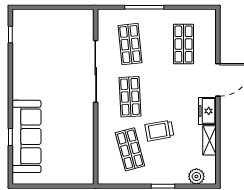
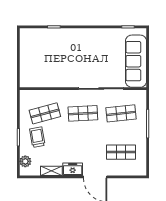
trolley: (159, 131) -> (37, 137), moved
sofa: (27, 136) -> (136, 61), moved, turned 90

